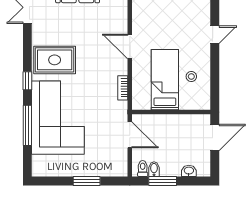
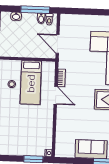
door: (130, 46) -> (56, 95), moved
window: (87, 181) -> (90, 12), removed
window: (163, 181) -> (35, 10), width x1.44

